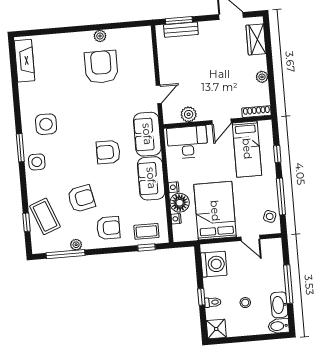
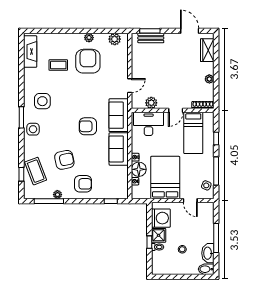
plant: (134, 35) -> (115, 39), added
coffee table: (146, 231) -> (58, 65), moved
shower: (216, 329) -> (159, 235), moved

